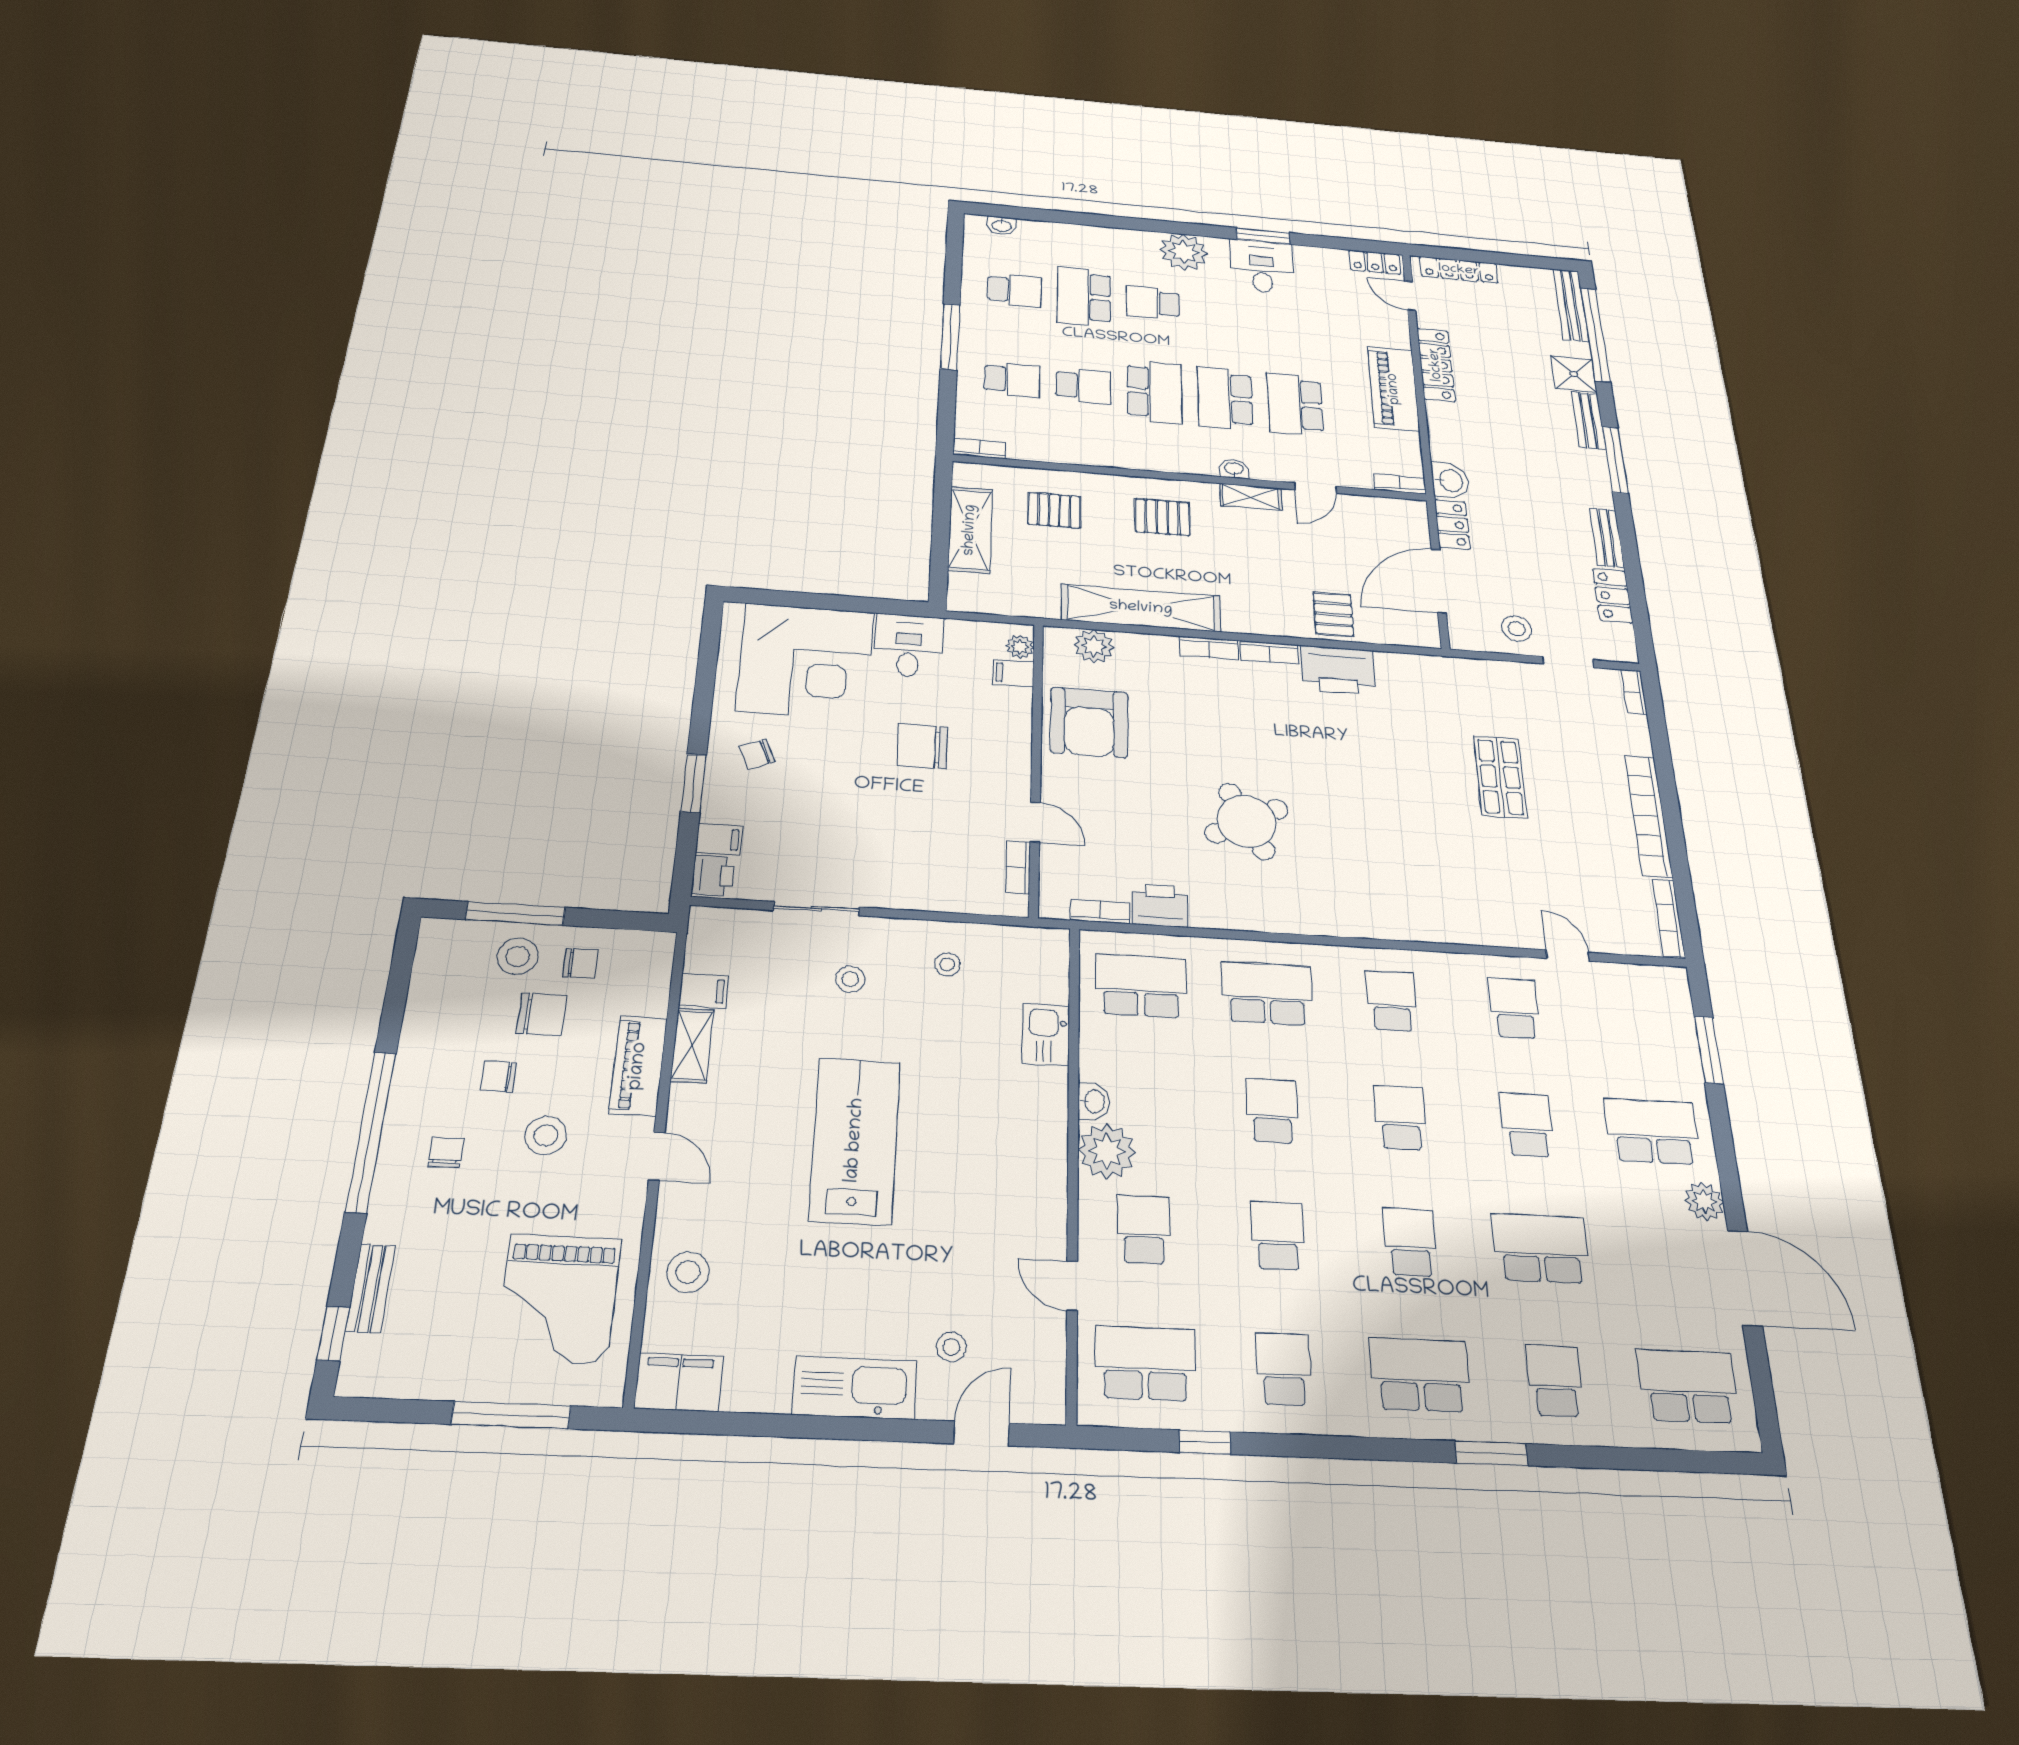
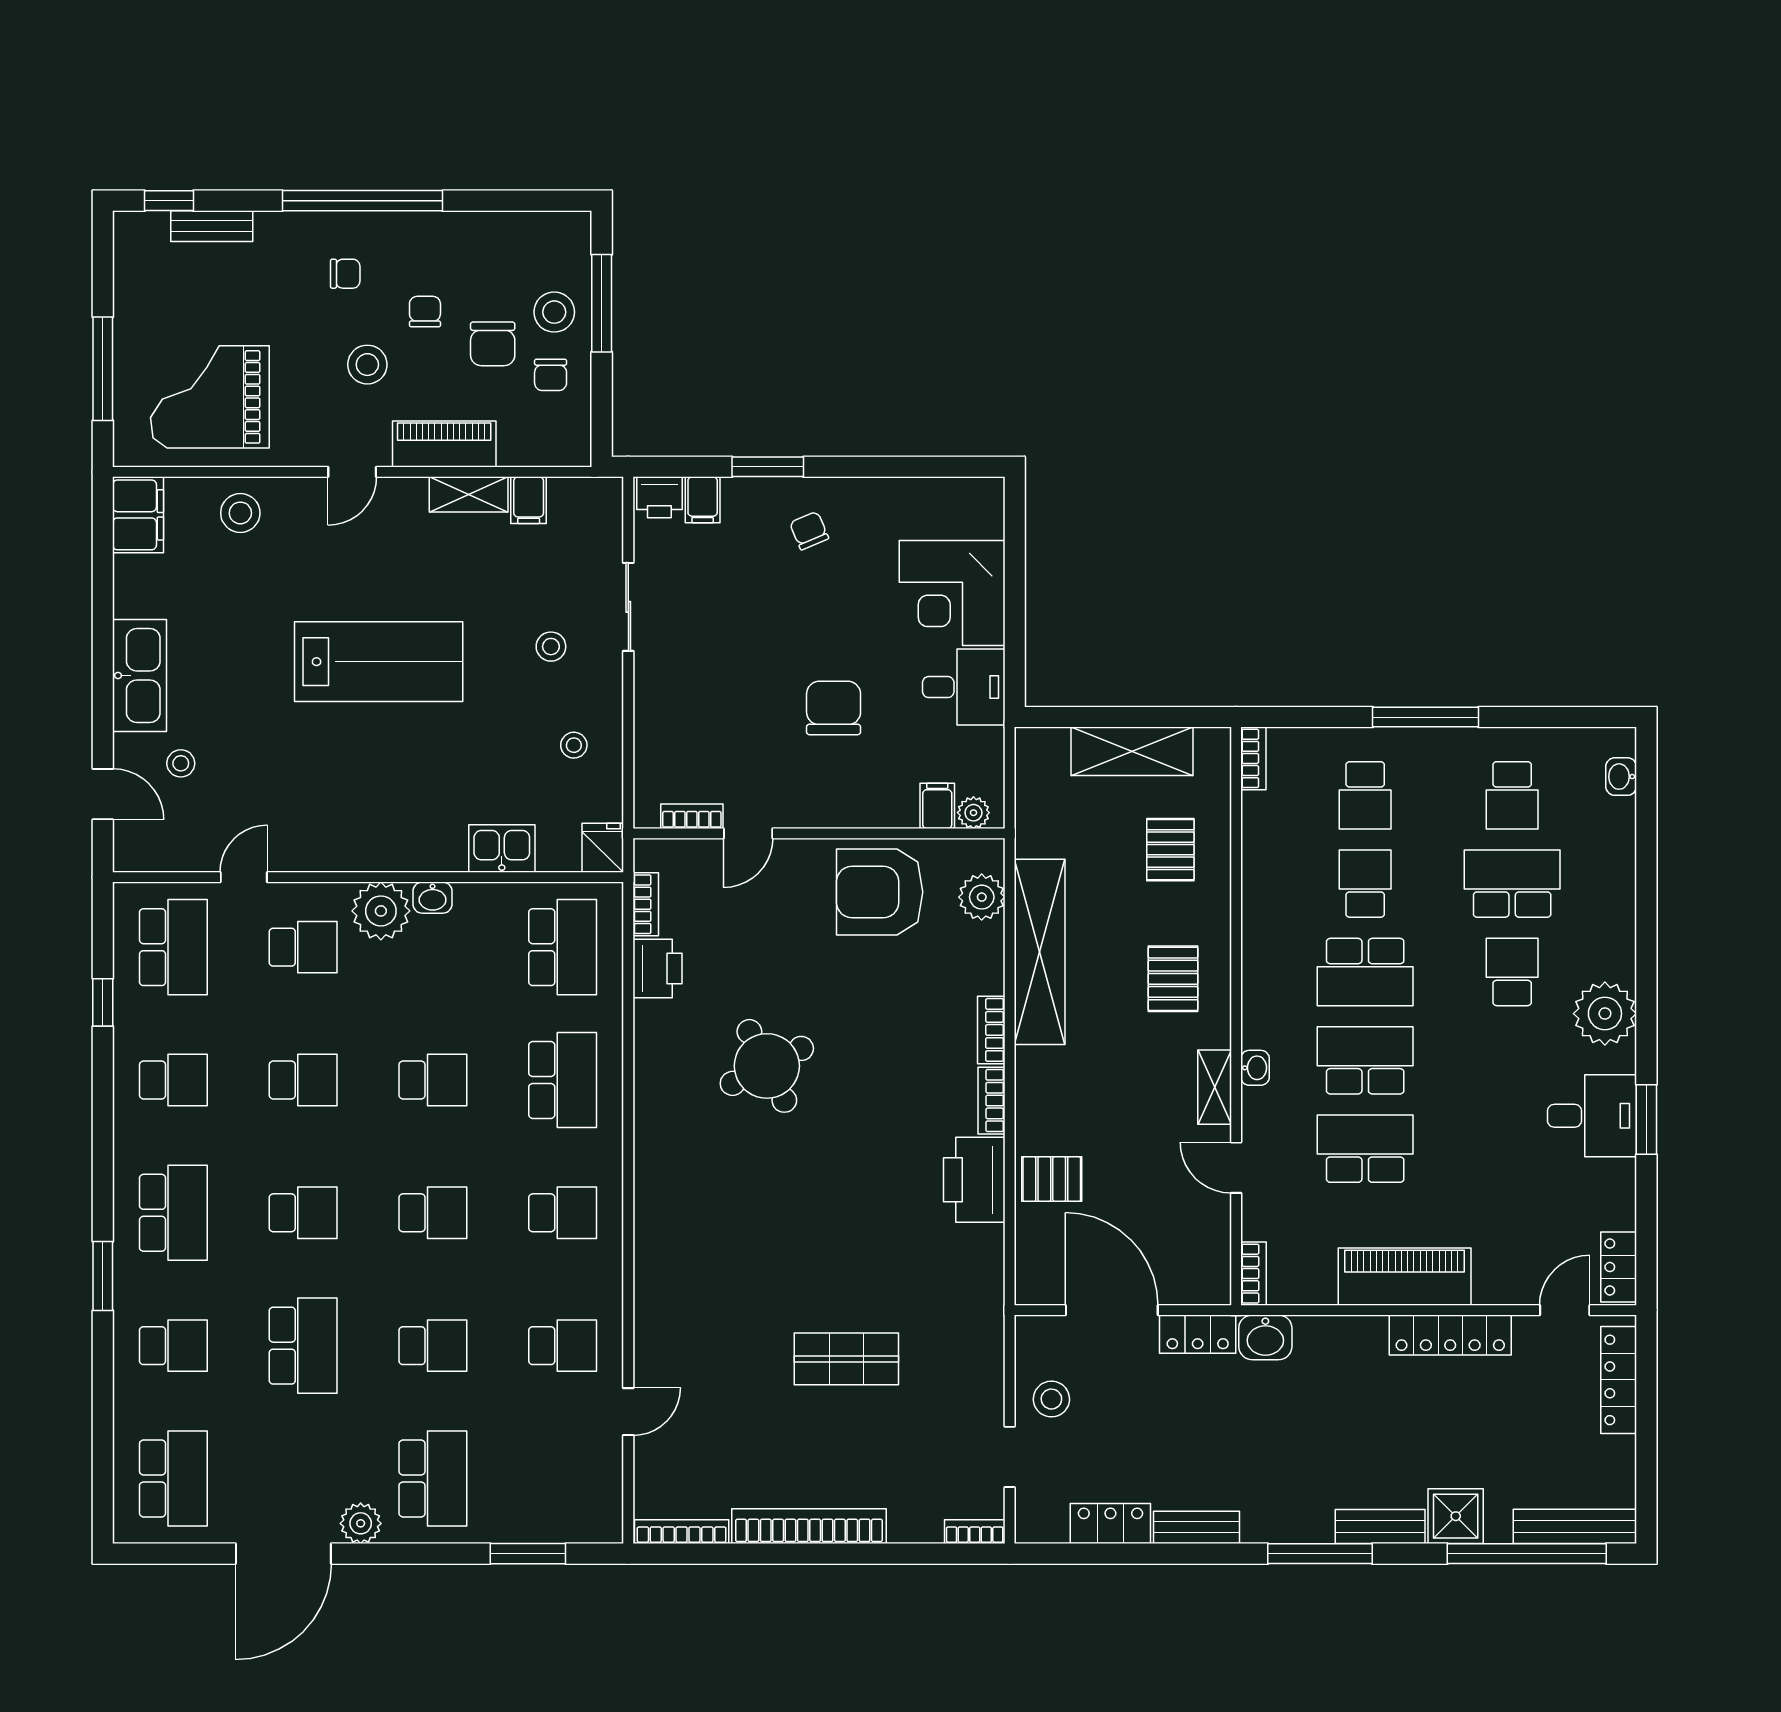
school desk: (1083, 386) -> (1365, 884), turned 180
corner desk: (806, 661) -> (952, 593), width x0.74, depth x0.74
fridge: (1046, 945) -> (603, 848), added

